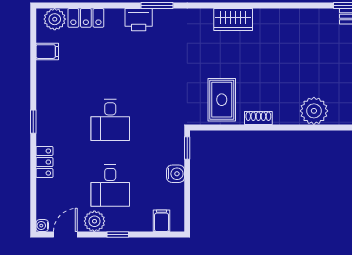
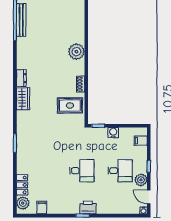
dresser: (269, 17) -> (21, 78), added
printer: (139, 20) -> (88, 207), moved, turned -90
locker: (44, 162) -> (106, 209), removed

